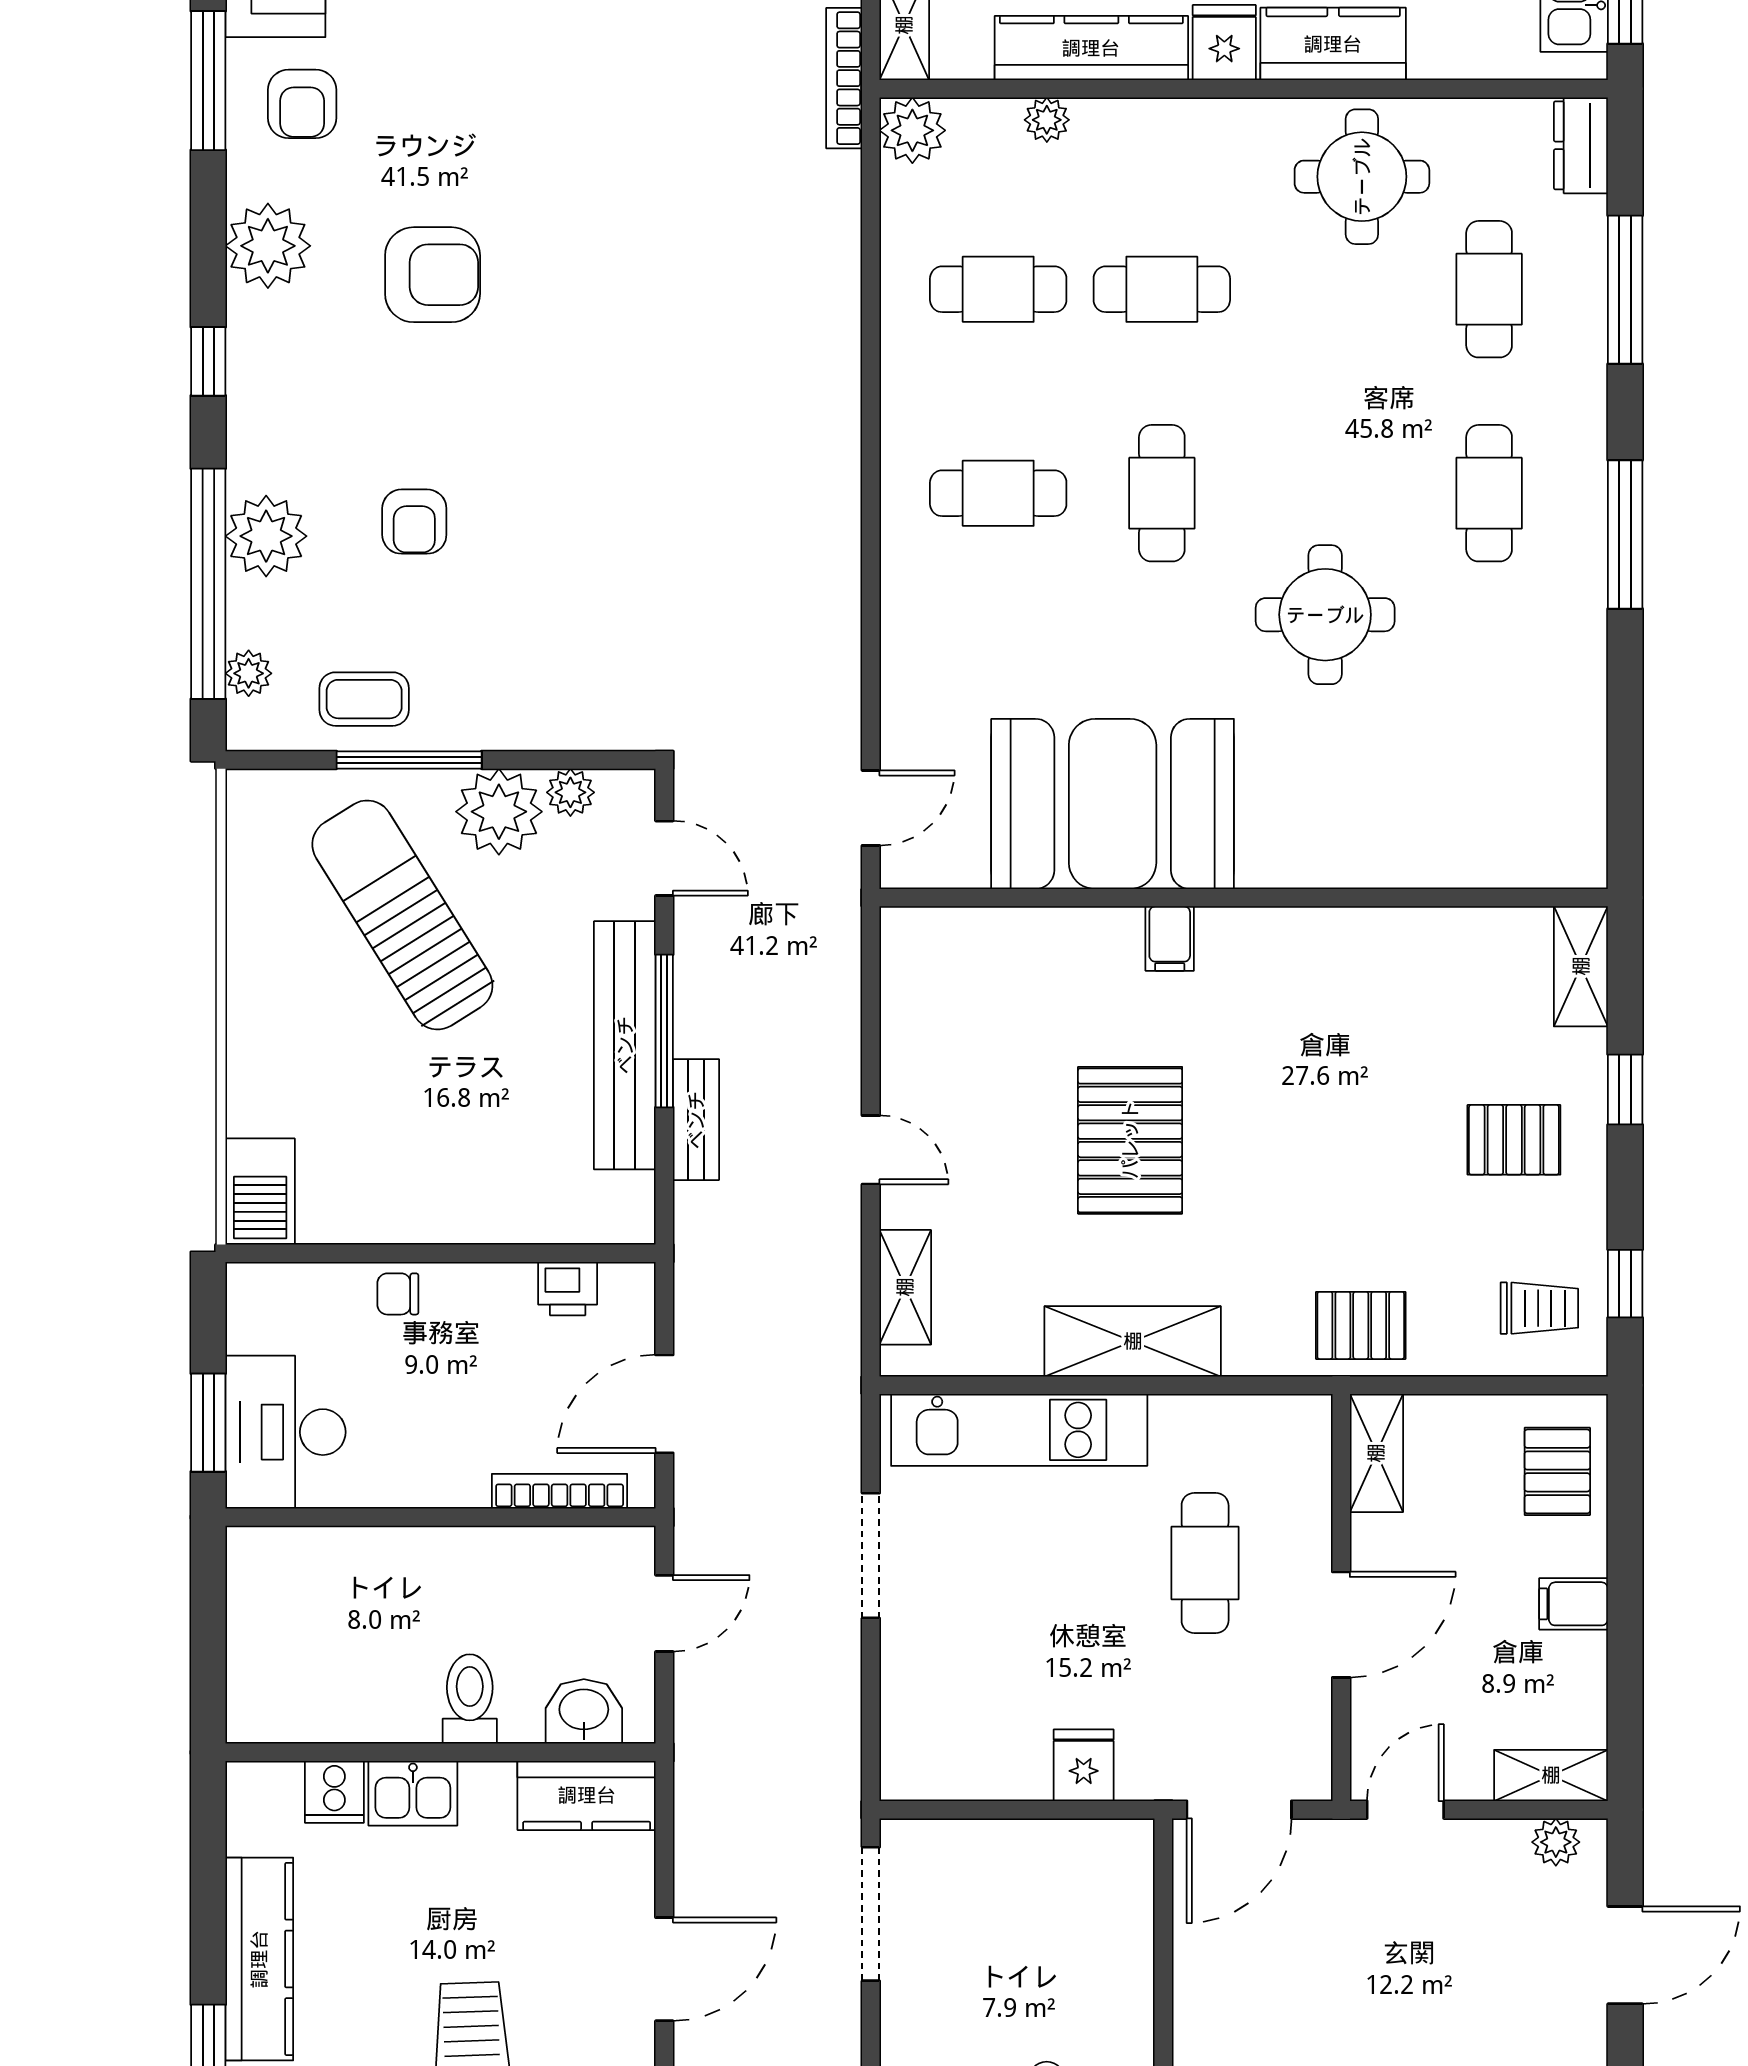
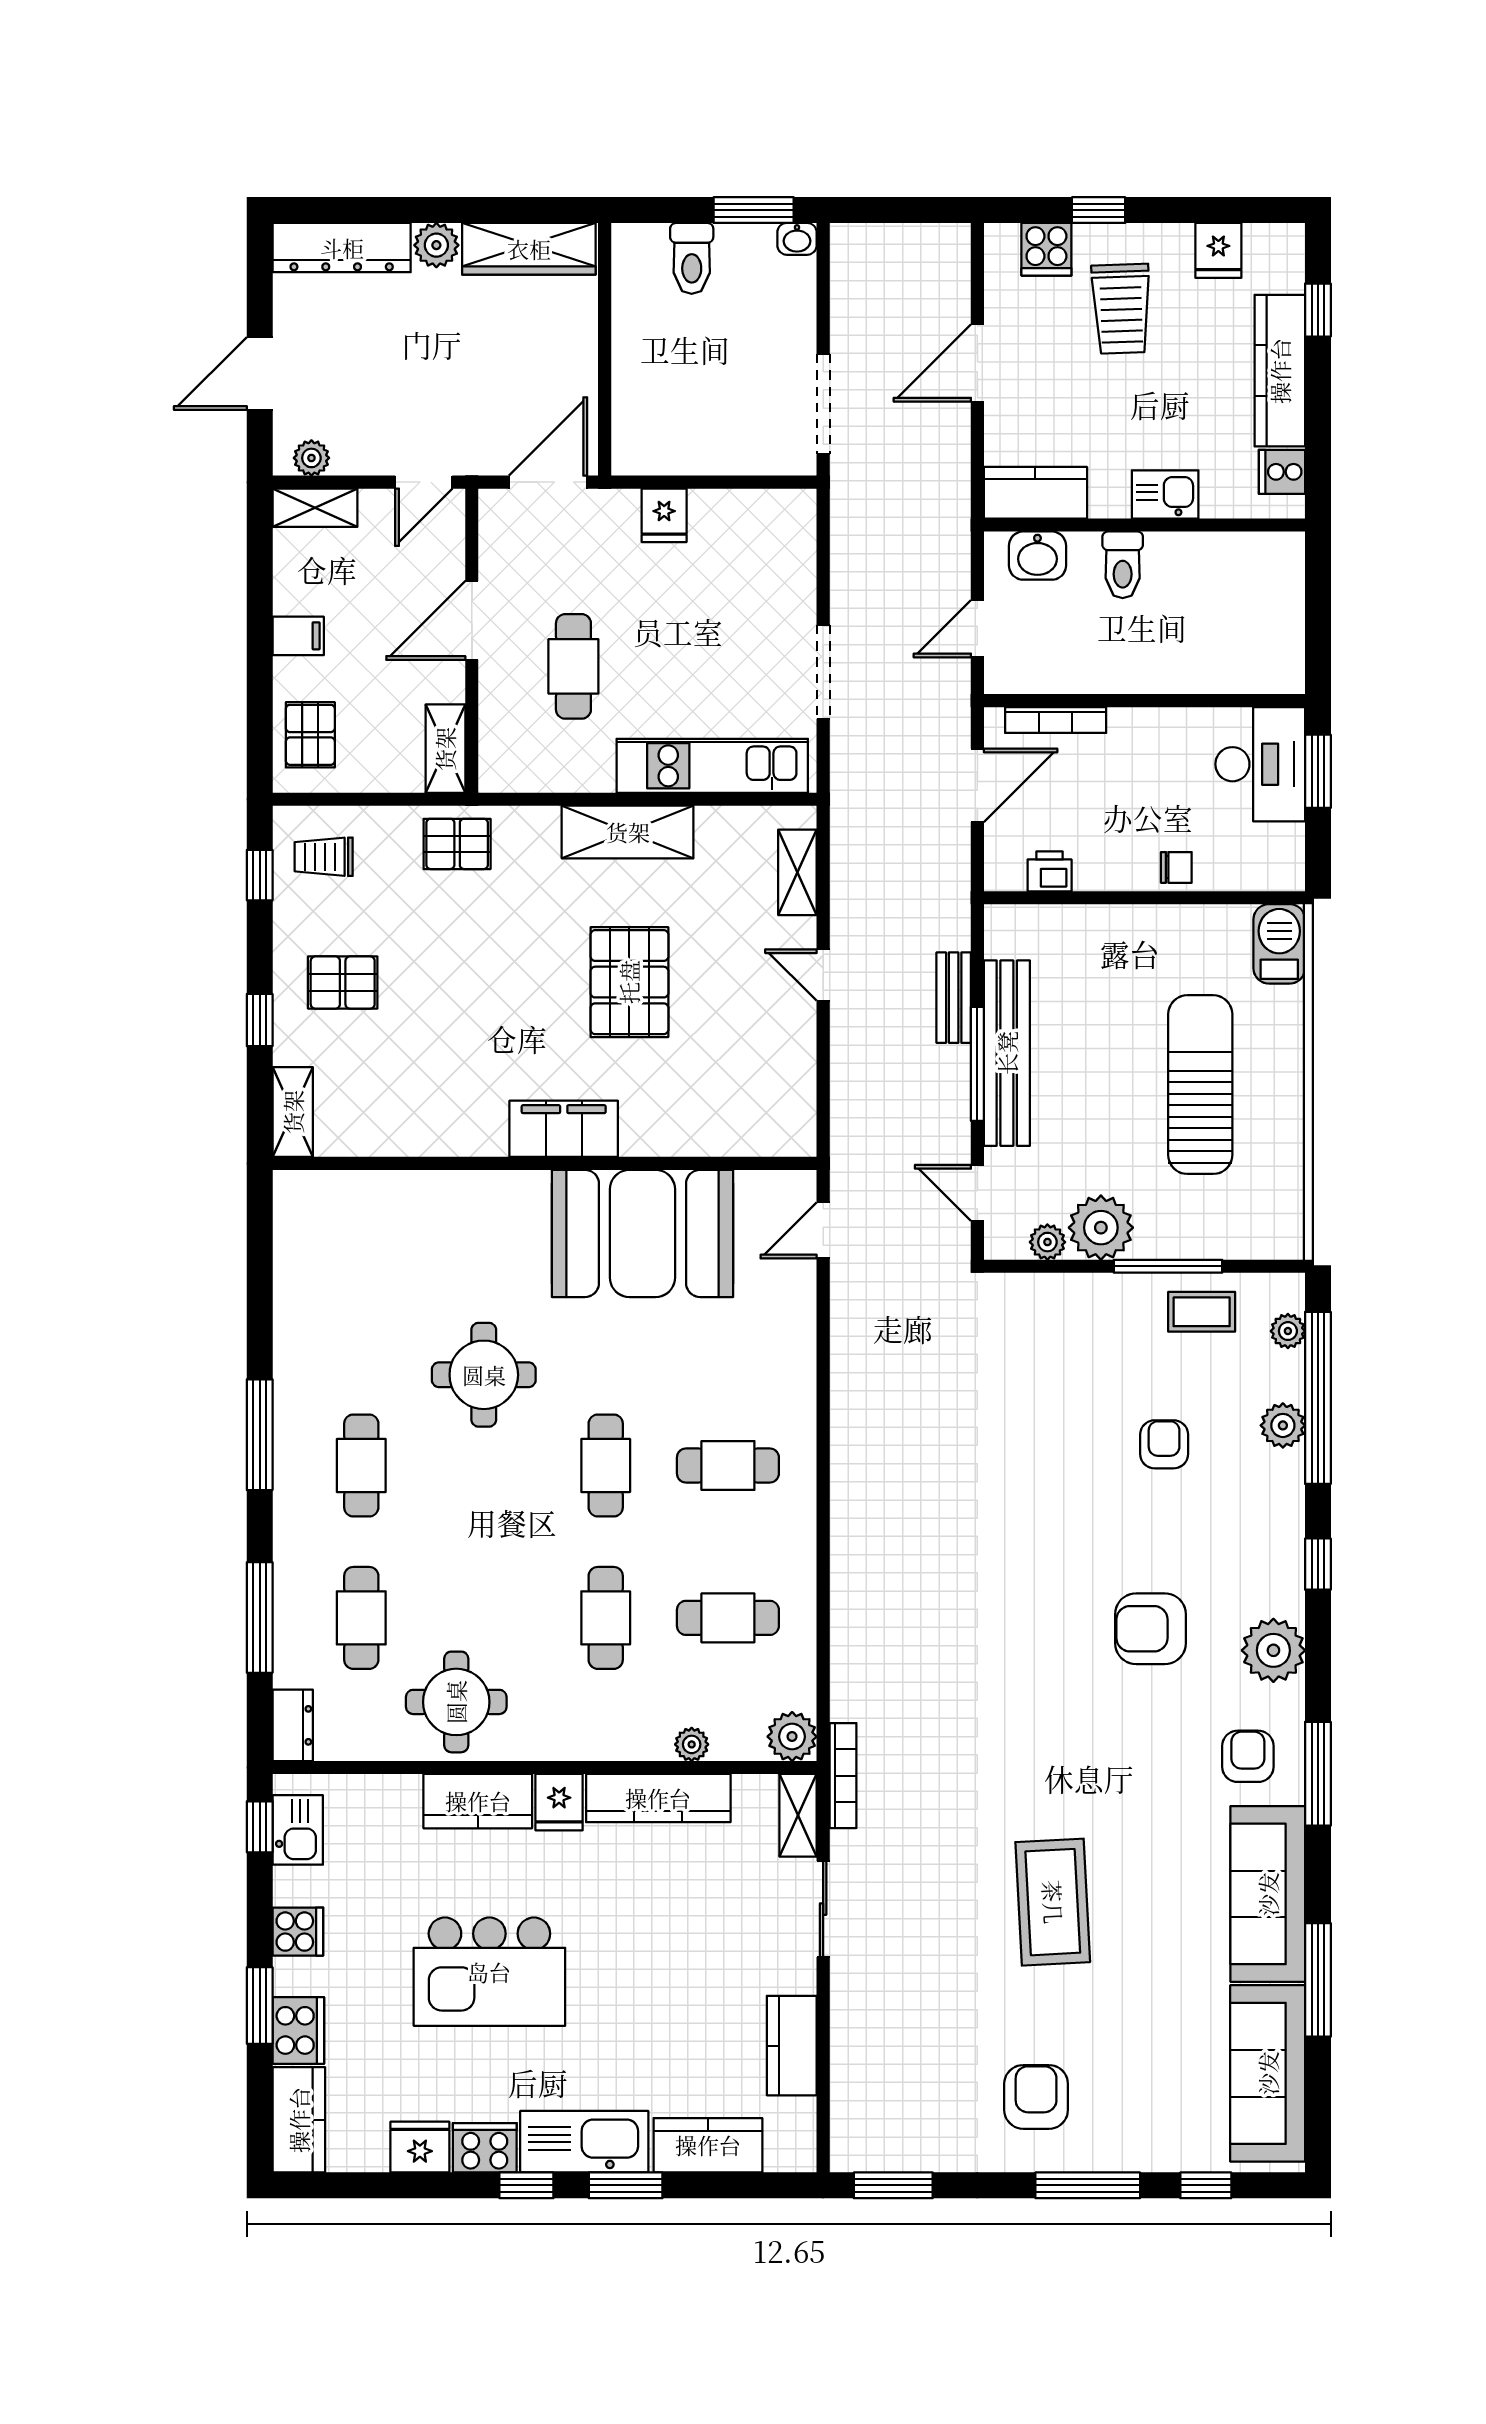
cafe table: (1162, 289) -> (606, 1618), turned 90
plant: (266, 536) -> (1283, 1425), width x0.73, depth x0.73
sun lounger: (402, 915) -> (1200, 1085), moved, turned -148
filing cabinet: (1170, 939) -> (564, 1129), width x3.00, depth x1.17
cooker: (334, 1792) -> (1282, 472), moved, turned -90

